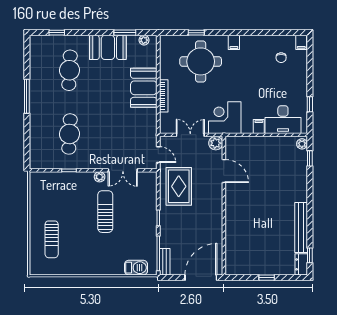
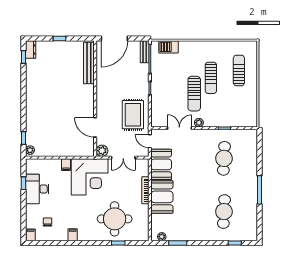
filing cabinet: (234, 42) -> (73, 235), moved
booth: (108, 47) -> (161, 164), moved, turned 90
corner desk: (225, 118) -> (90, 177), width x1.36, depth x1.36
desk: (283, 120) -> (37, 189), moved, turned -90
bench: (301, 228) -> (89, 63), moved
sun lounger: (85, 230) -> (211, 78), added

